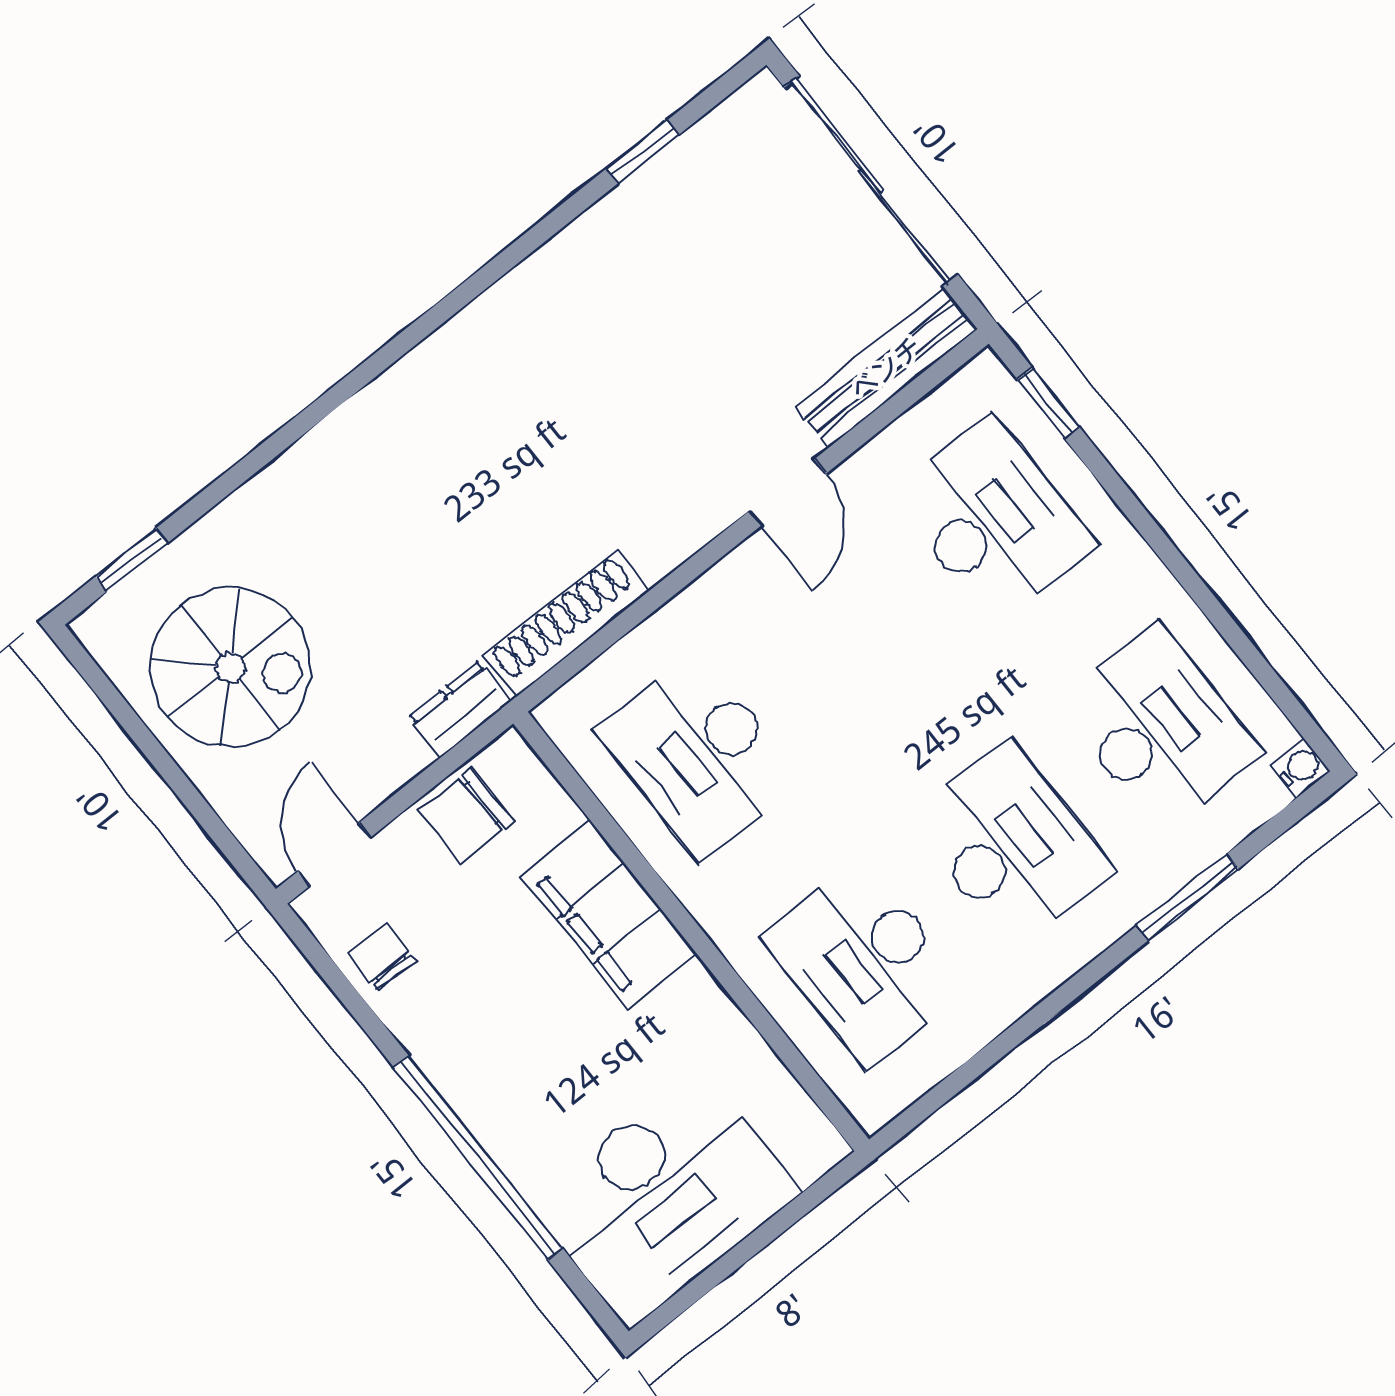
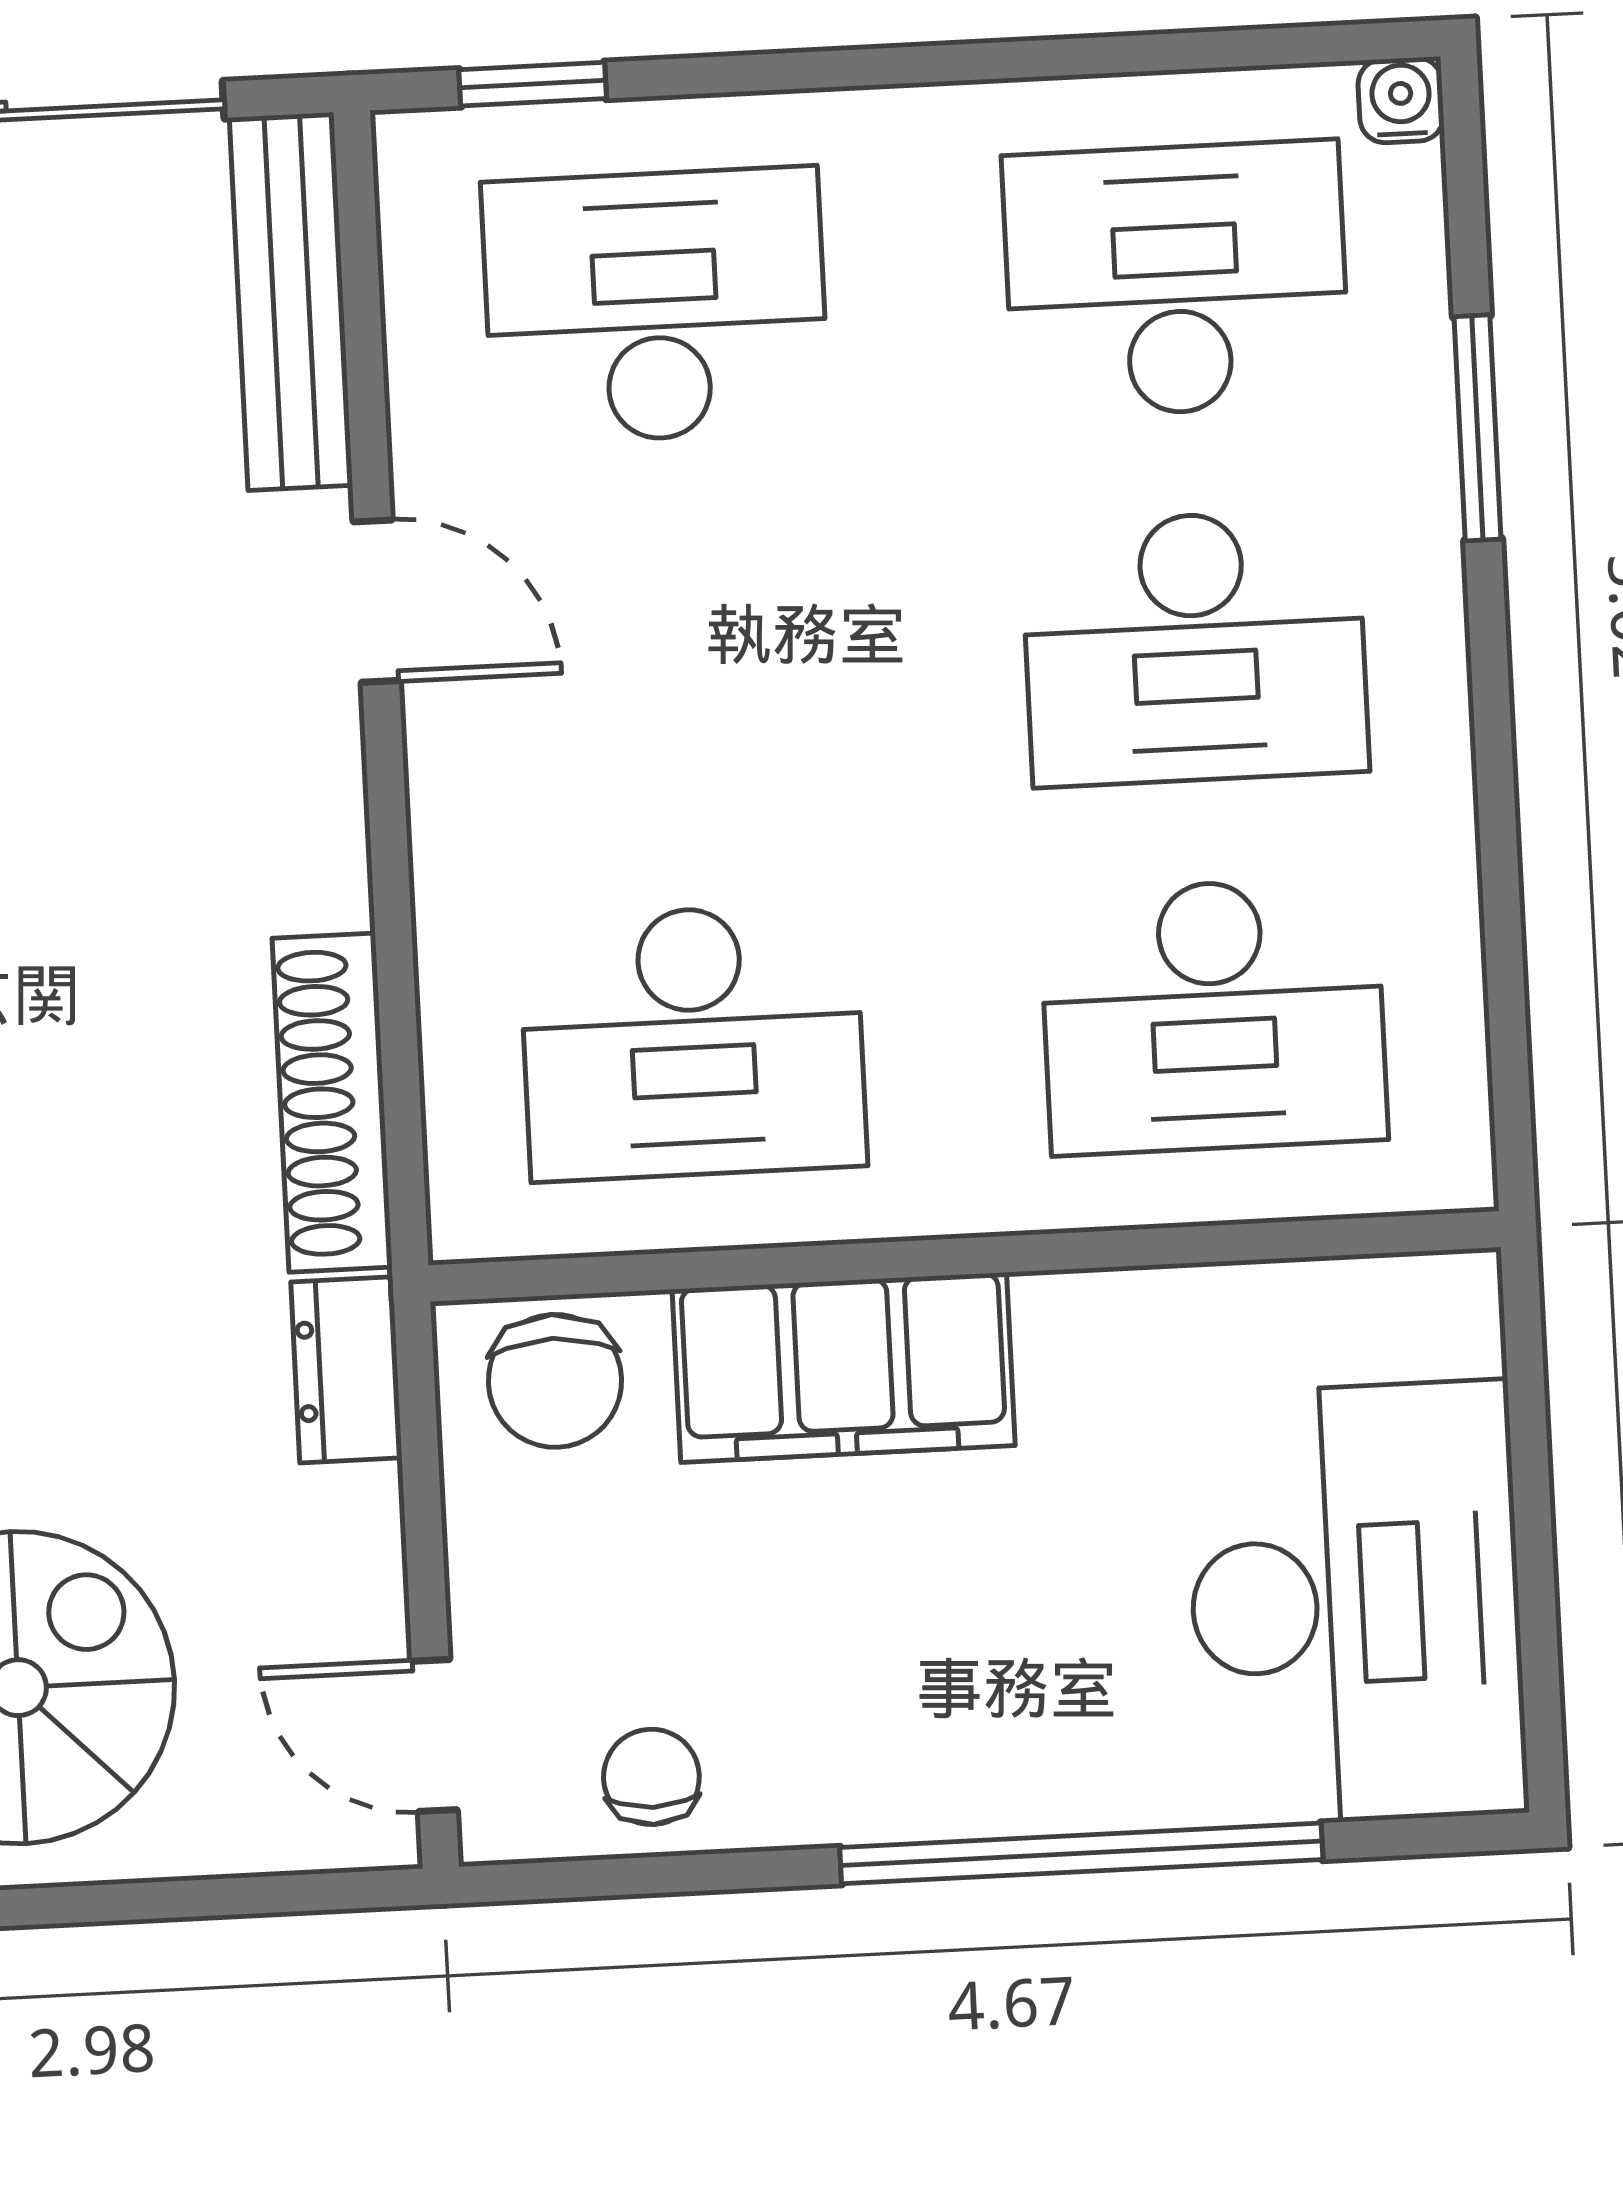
chair: (466, 816) -> (555, 1381), moved
desk: (1012, 846) -> (1195, 648), turned 180
chair: (382, 957) -> (651, 1777), turned 90

